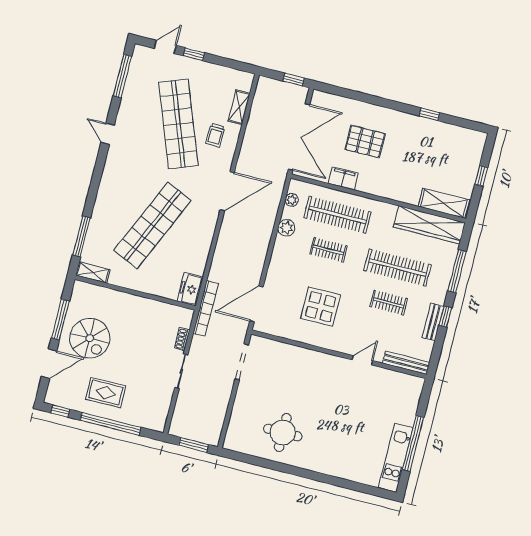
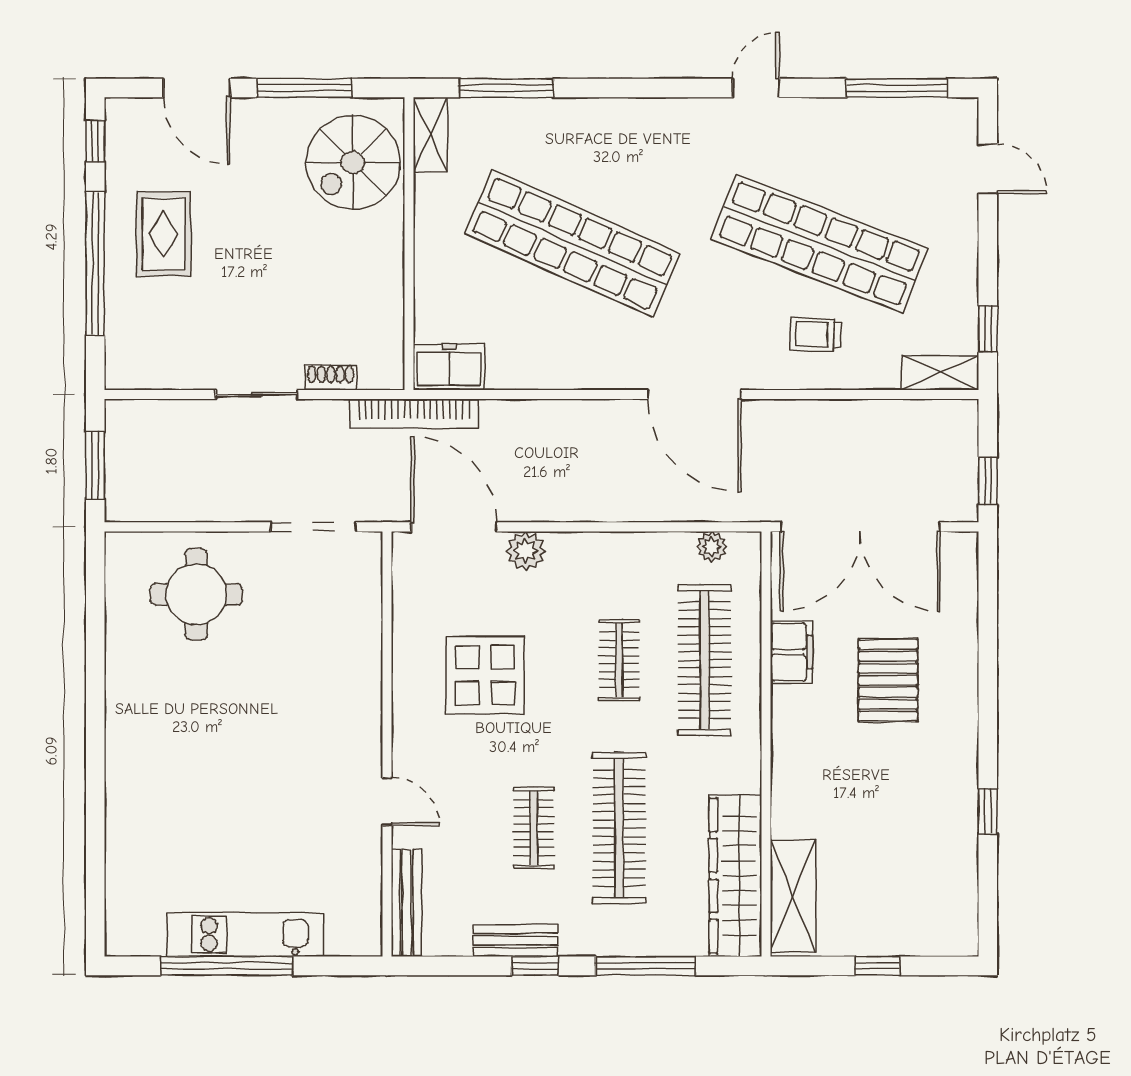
window: (194, 54) -> (988, 329), moved
shelving: (239, 107) -> (940, 373), moved
shop shelf: (178, 124) -> (819, 244), turned 42
plant: (286, 228) -> (526, 551), moved
spiral stairs: (90, 338) -> (353, 162), moved
round table: (283, 432) -> (196, 594), moved
kitchen unit: (396, 458) -> (245, 934), moved

